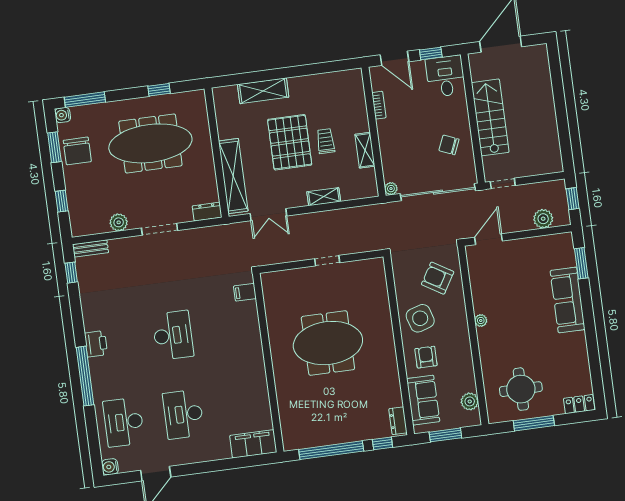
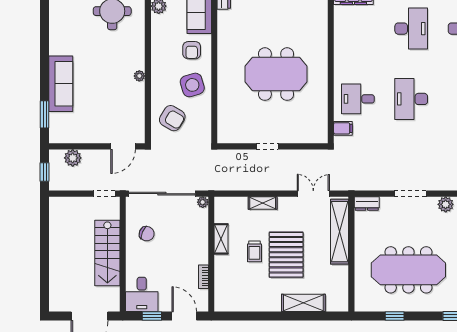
desk: (233, 327) -> (358, 99), added

